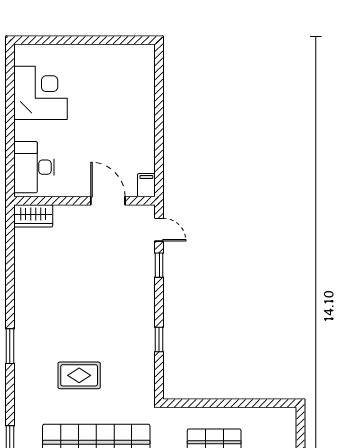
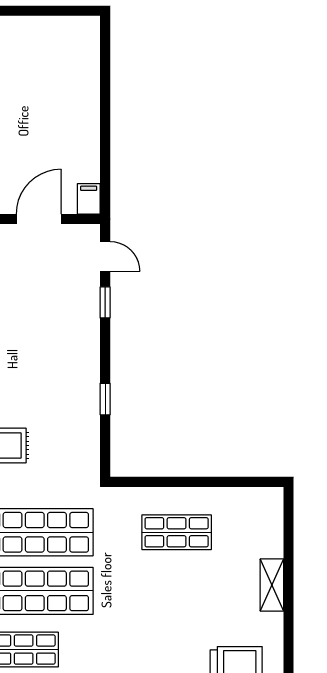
door: (108, 201) -> (39, 219), hinge flipped

